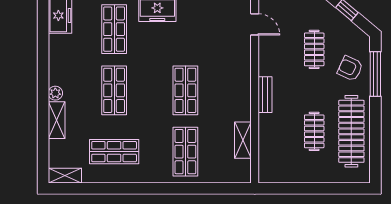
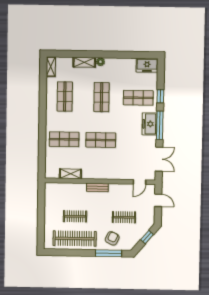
shop shelf: (114, 90) -> (102, 97), turned 90

